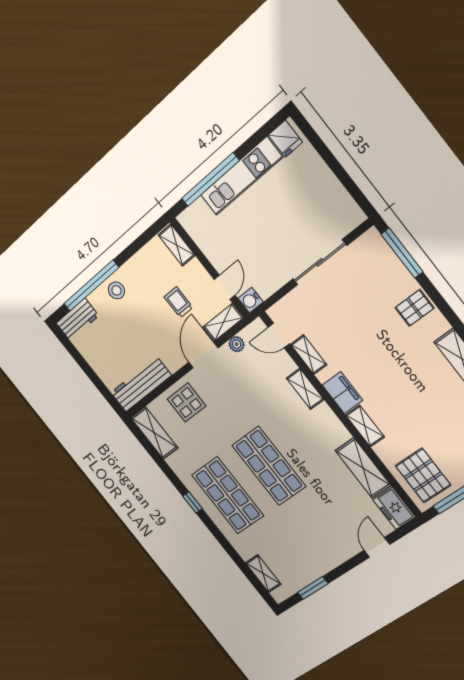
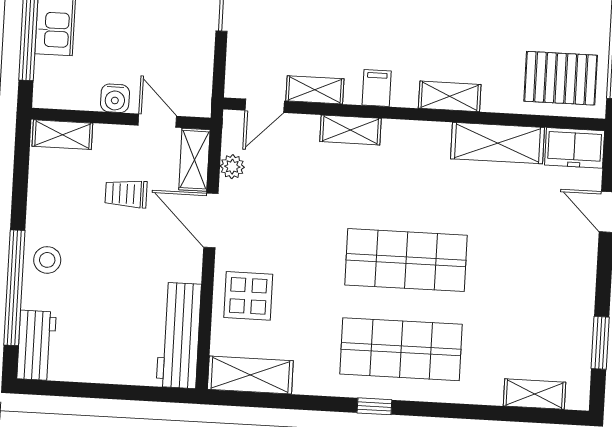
water cooler: (251, 300) -> (115, 98), moved
filing cabinet: (342, 393) -> (377, 88), width x0.50

